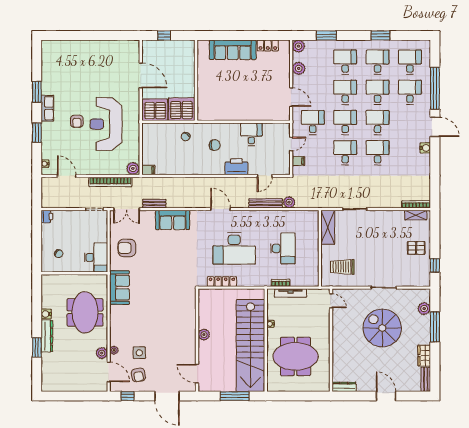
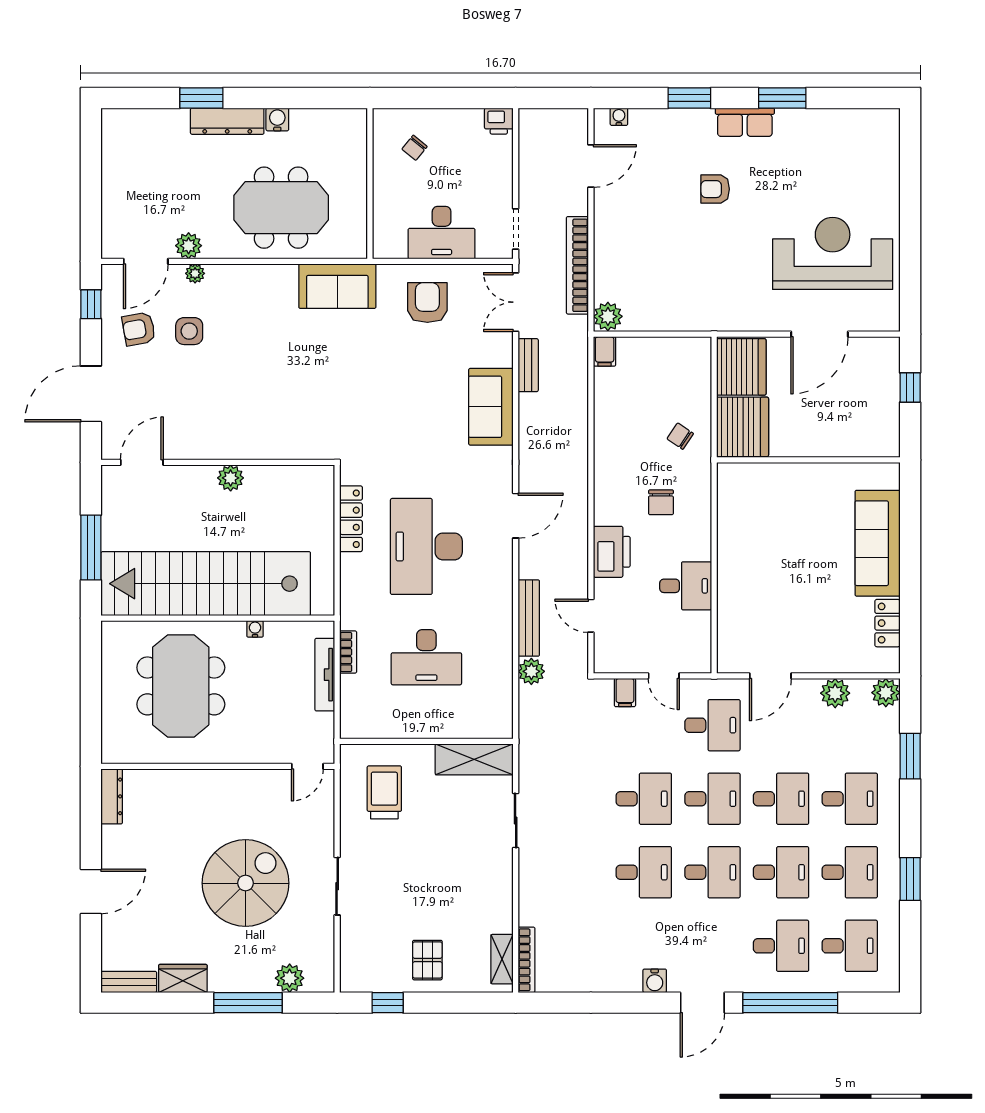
reception desk: (106, 124) -> (833, 253), moved
desk: (96, 257) -> (442, 233), moved

